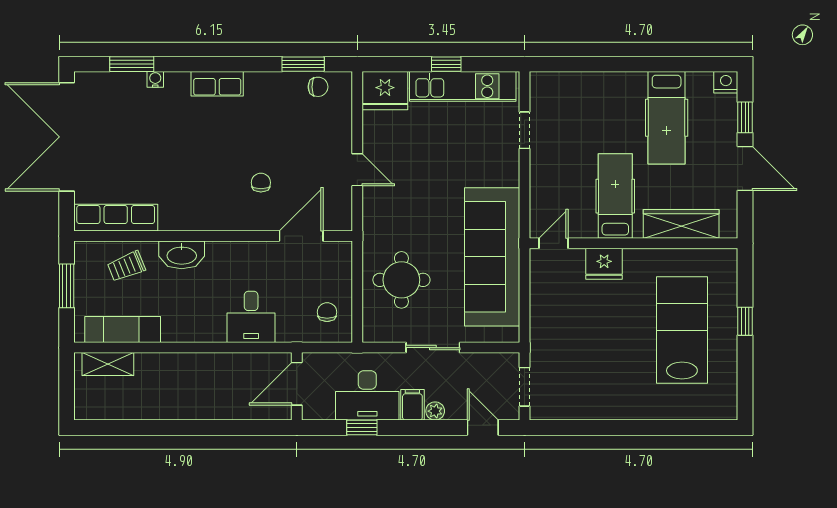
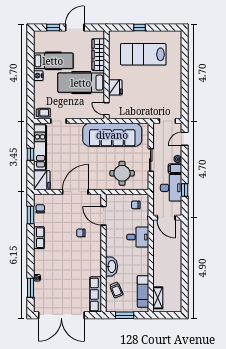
nightstand: (726, 82) -> (38, 76), moved
row of seats: (217, 84) -> (39, 238), moved
trolley: (544, 94) -> (43, 113), added
door: (357, 170) -> (75, 192), width x1.88
hospital bed: (615, 196) -> (81, 83), width x1.37, depth x1.29

